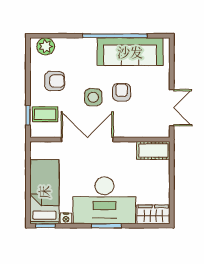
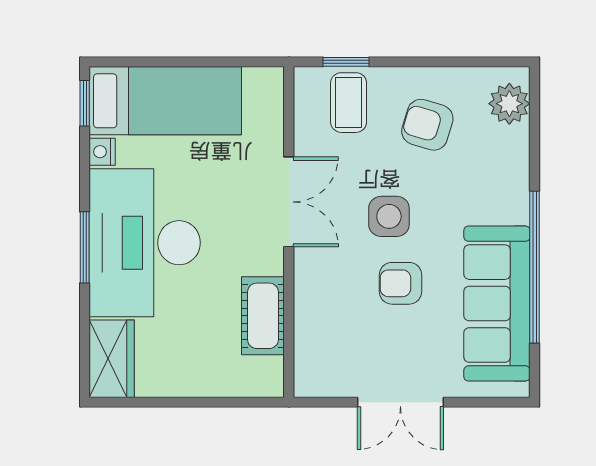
armchair: (55, 81) -> (427, 125), turned 107
armchair: (122, 92) -> (401, 283), turned 180
double door: (172, 108) -> (400, 402), moved
double door: (87, 140) -> (289, 202), width x0.73
cot: (153, 150) -> (263, 316), moved

